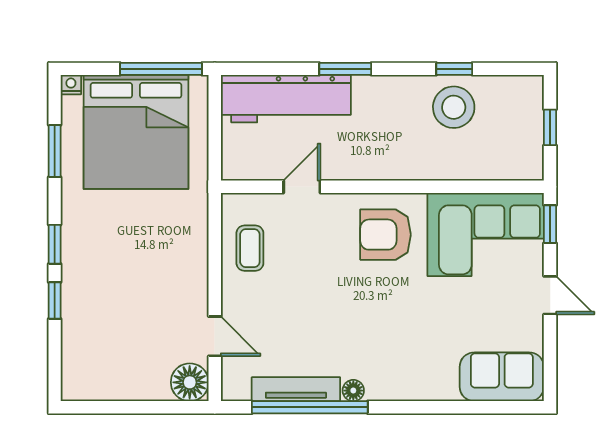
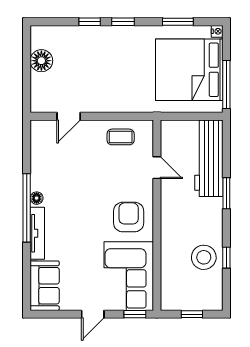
floor lamp: (190, 382) -> (41, 61), moved
tv unit: (296, 389) -> (37, 233), moved
window: (310, 407) -> (27, 208), moved

